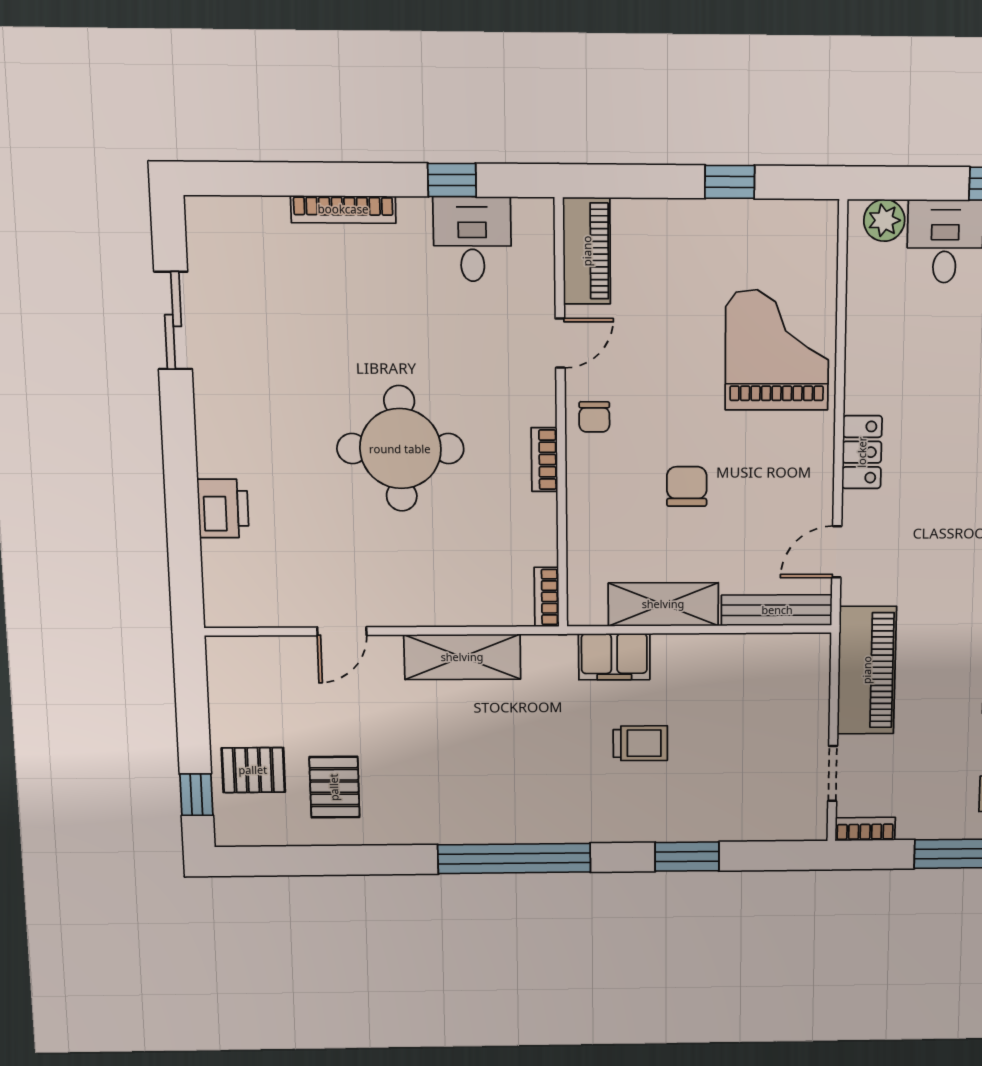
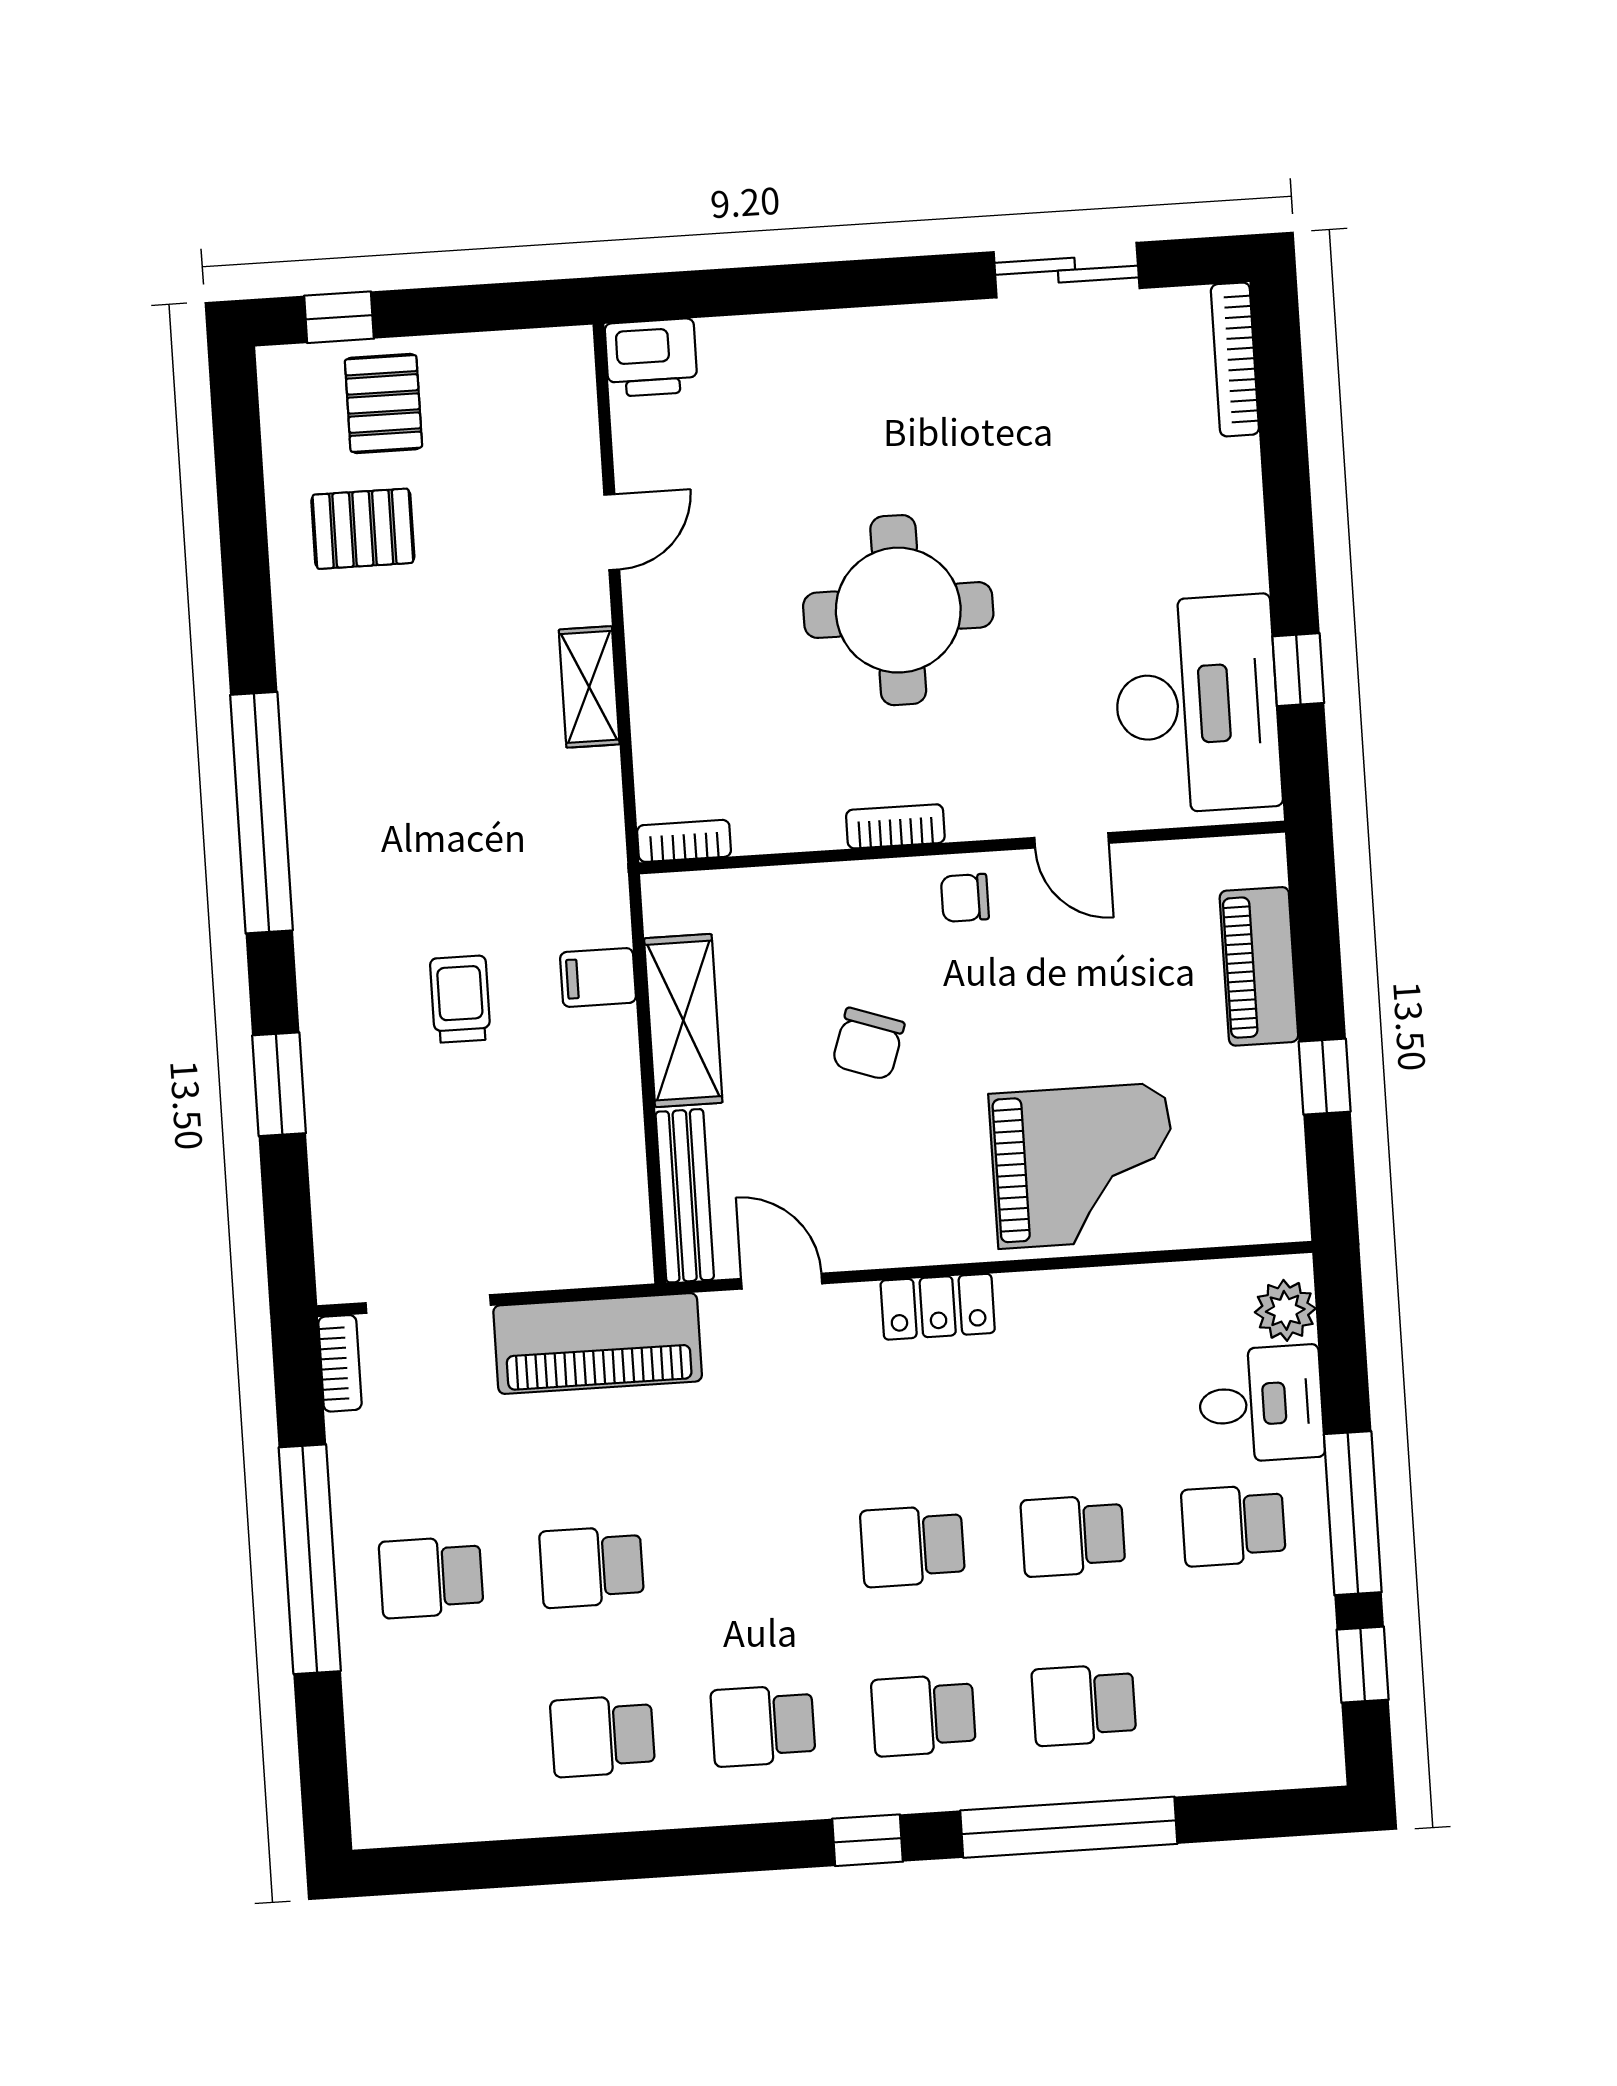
bookcase: (343, 209) -> (1235, 359), moved
desk: (472, 239) -> (1197, 704), width x1.87, depth x1.30
piano: (587, 251) -> (1259, 966), moved, turned 90
chair: (687, 486) -> (868, 1044), turned 109
printer: (223, 508) -> (651, 358), moved
door: (342, 631) -> (612, 532), swing flipped
shelving: (462, 657) -> (589, 687), width x0.67, depth x0.75
filing cabinet: (614, 657) -> (598, 977), width x0.50
trolley: (640, 743) -> (460, 999), turned 180
doorway: (833, 773) -> (428, 1304), width x1.38

